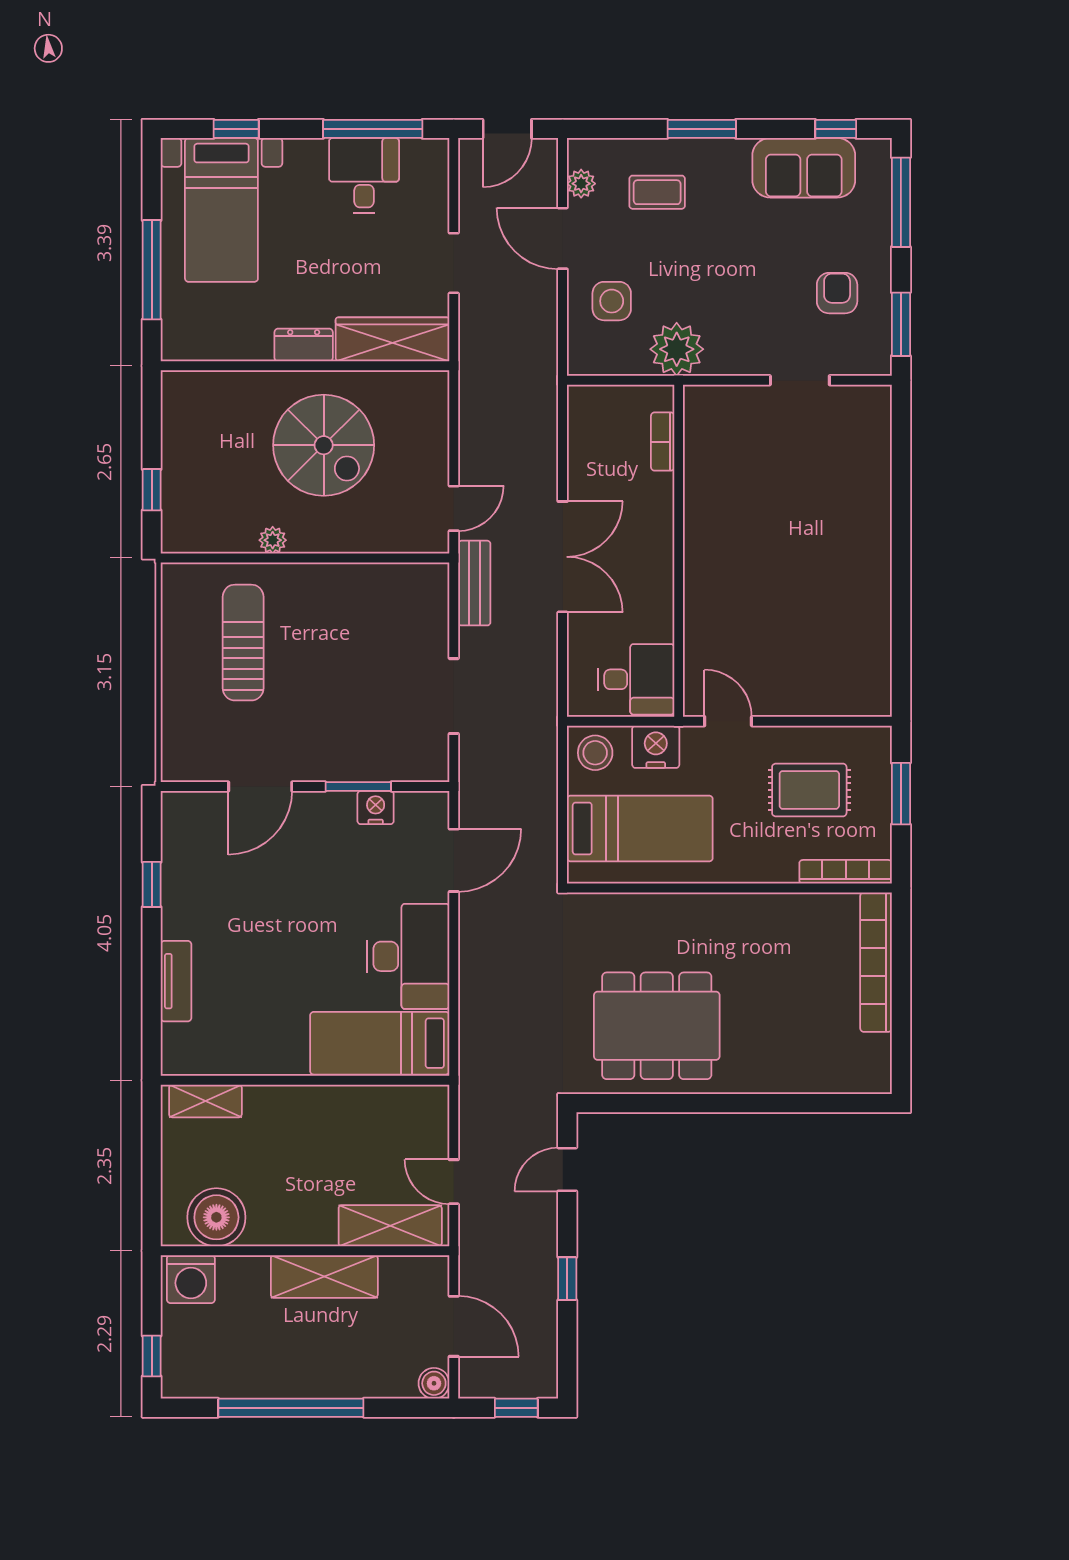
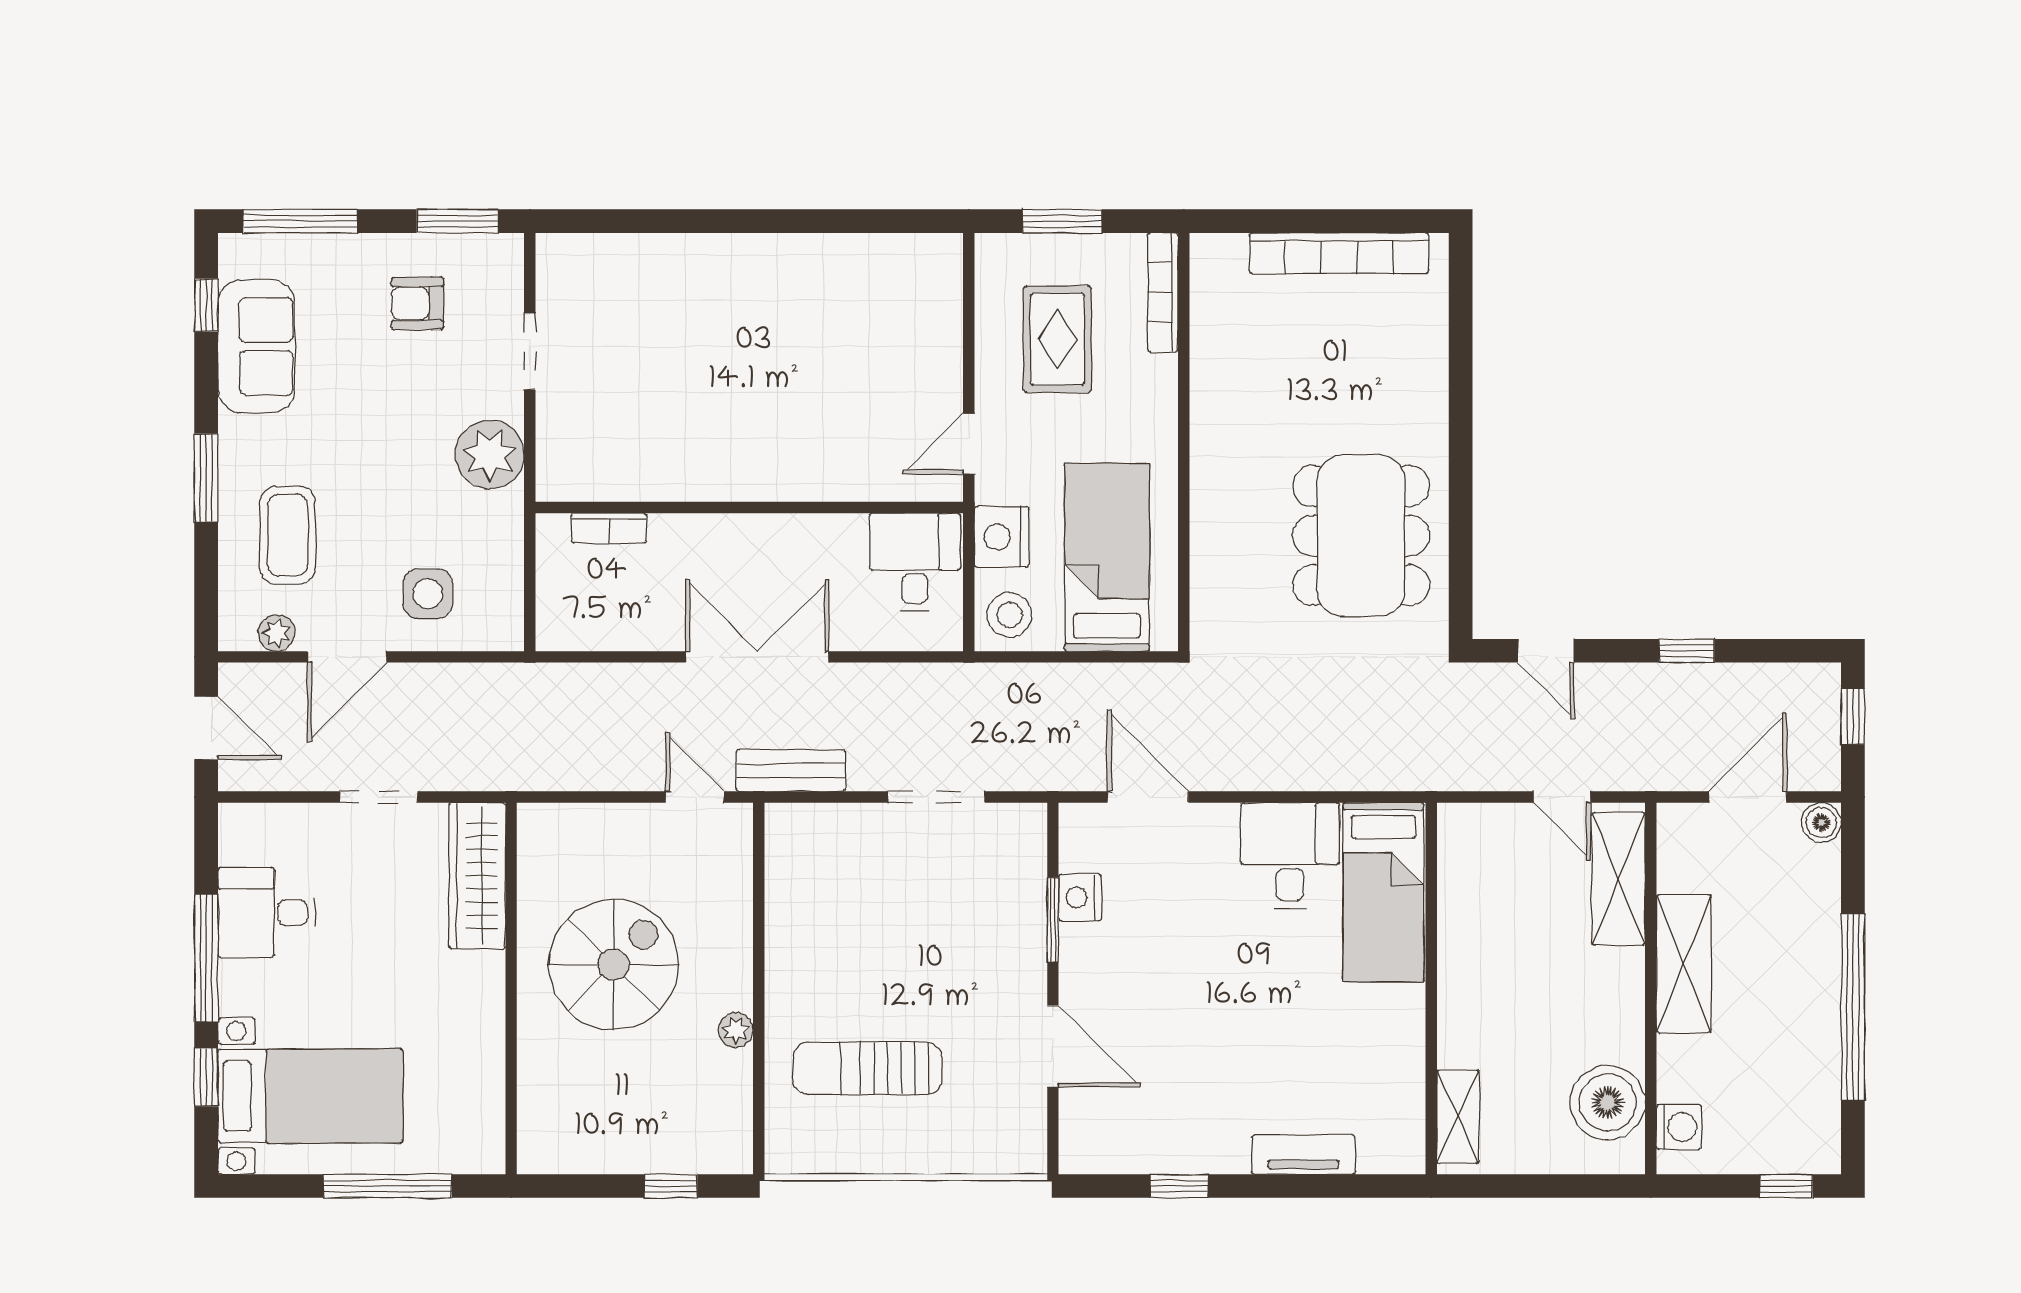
window: (373, 129) -> (206, 958), moved
coffee table: (657, 192) -> (288, 535), width x1.36, depth x1.30
dresser: (304, 345) -> (484, 990), removed
plant: (677, 349) -> (490, 455), moved
desk: (408, 956) -> (1290, 856), width x0.73
bookcase: (876, 962) -> (1339, 253), moved
door: (454, 1182) -> (1562, 797), hinge flipped
washing machine: (191, 1279) -> (1679, 1127), width x0.73, depth x0.73

